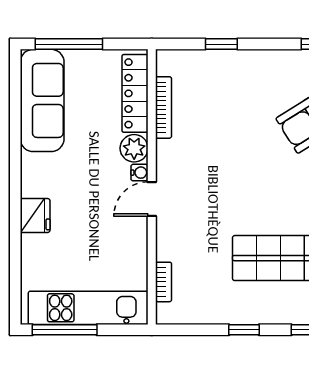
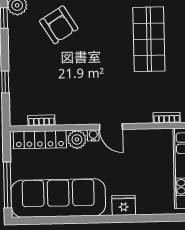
sofa: (42, 100) -> (58, 198), width x1.36, depth x1.27
bookcase: (163, 107) -> (41, 120), width x0.64

